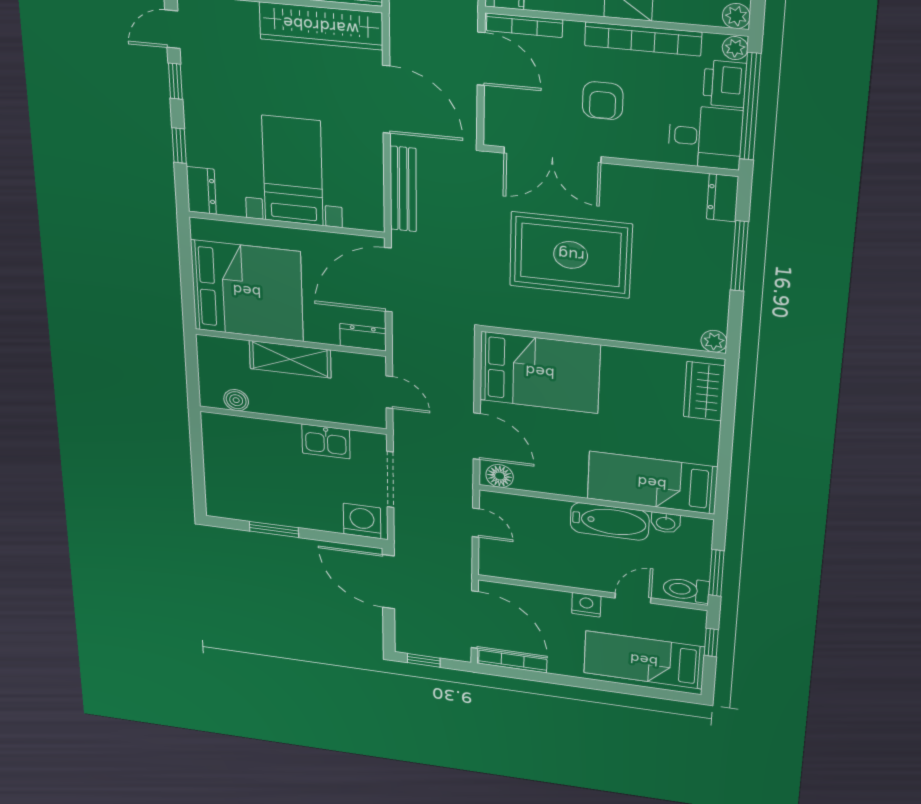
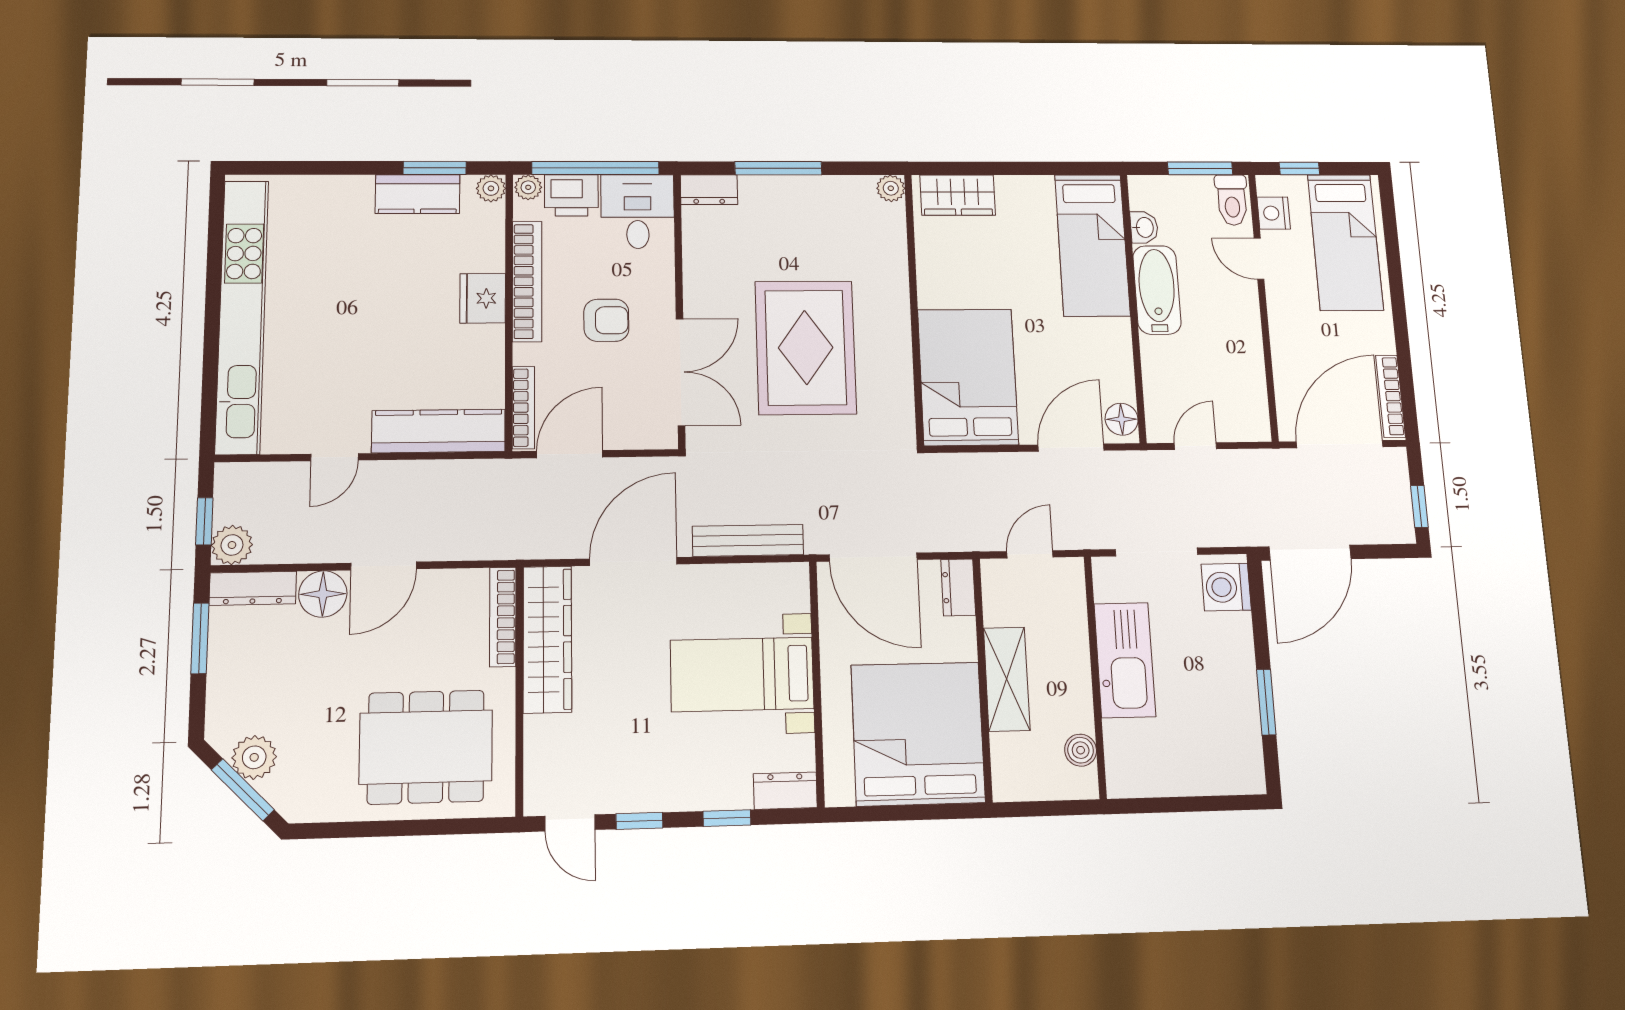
kitchen sink: (326, 441) -> (1125, 660), width x1.87, depth x1.24
nightstand: (586, 605) -> (1274, 213), moved

